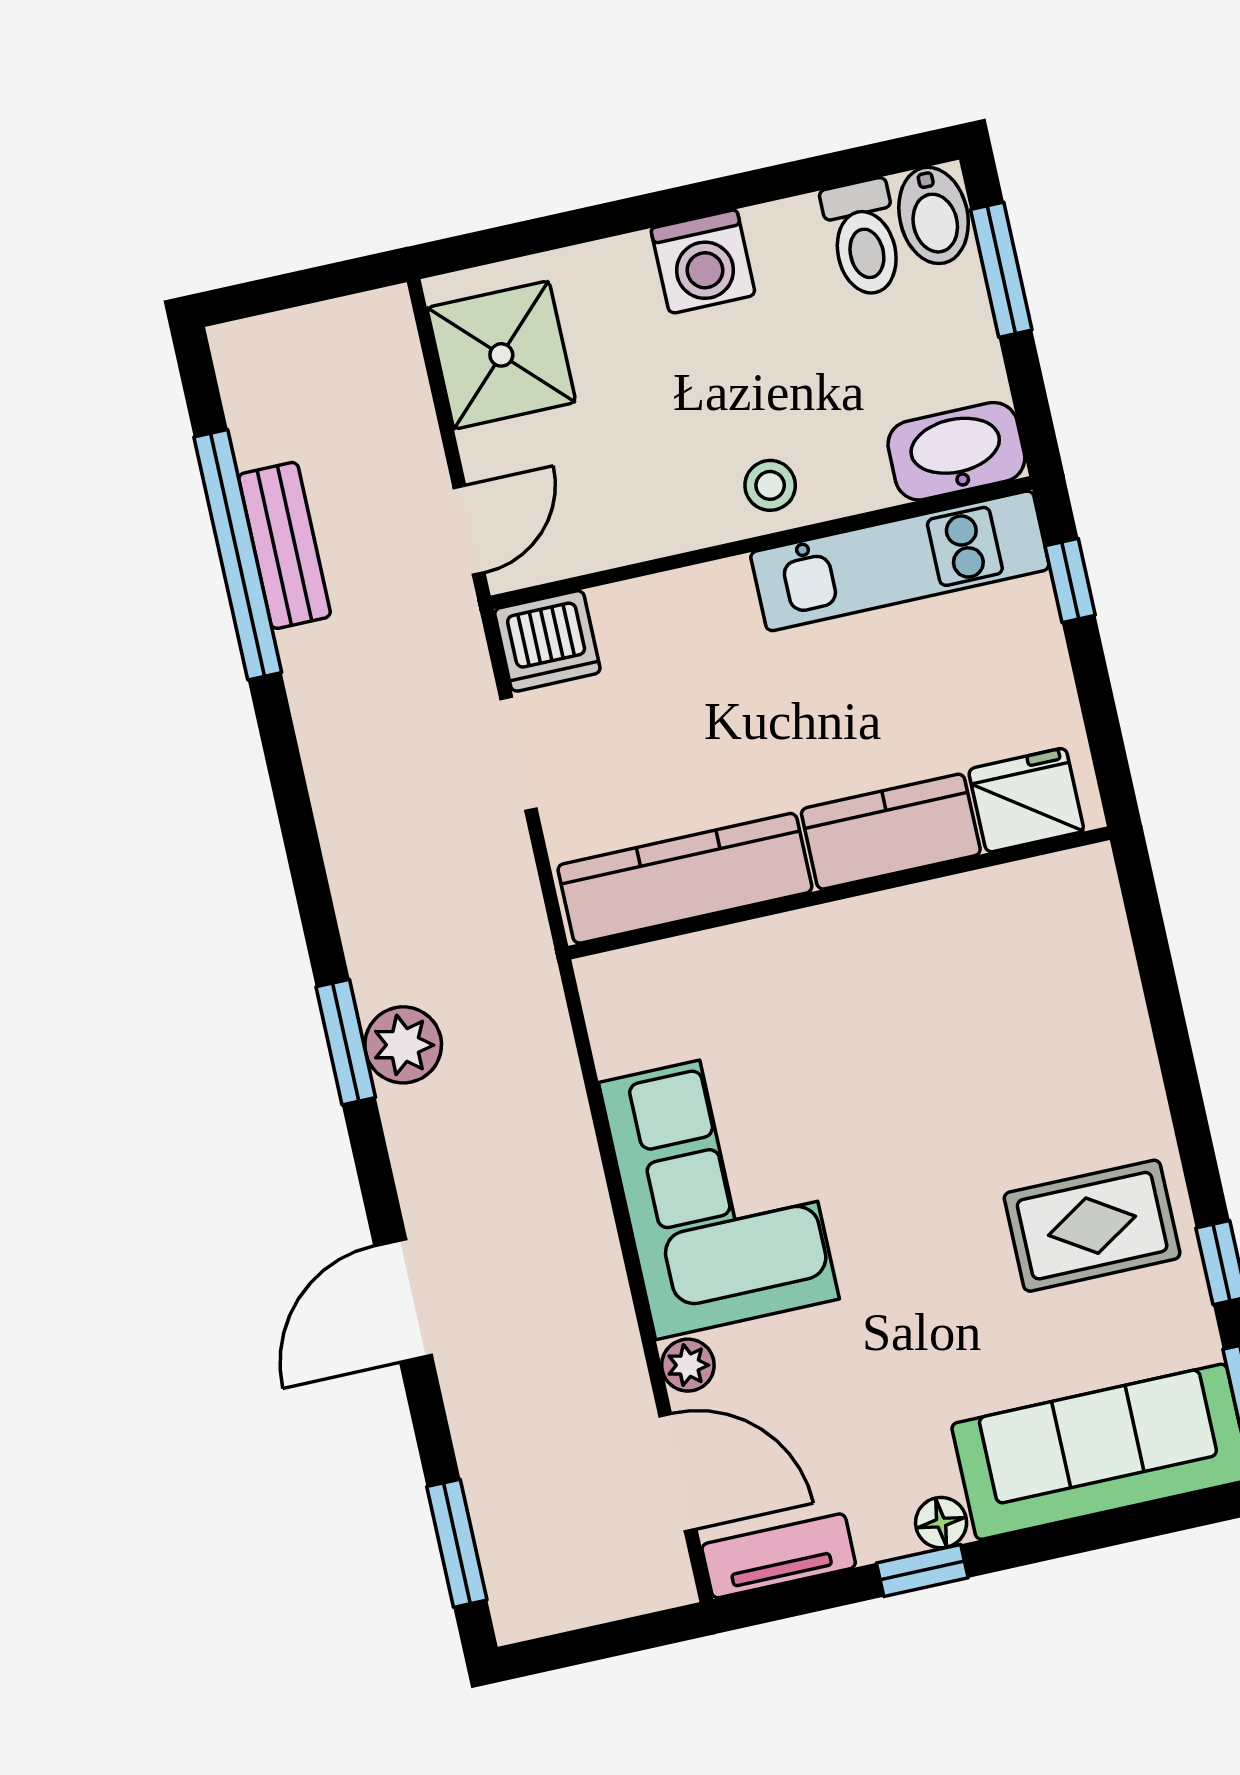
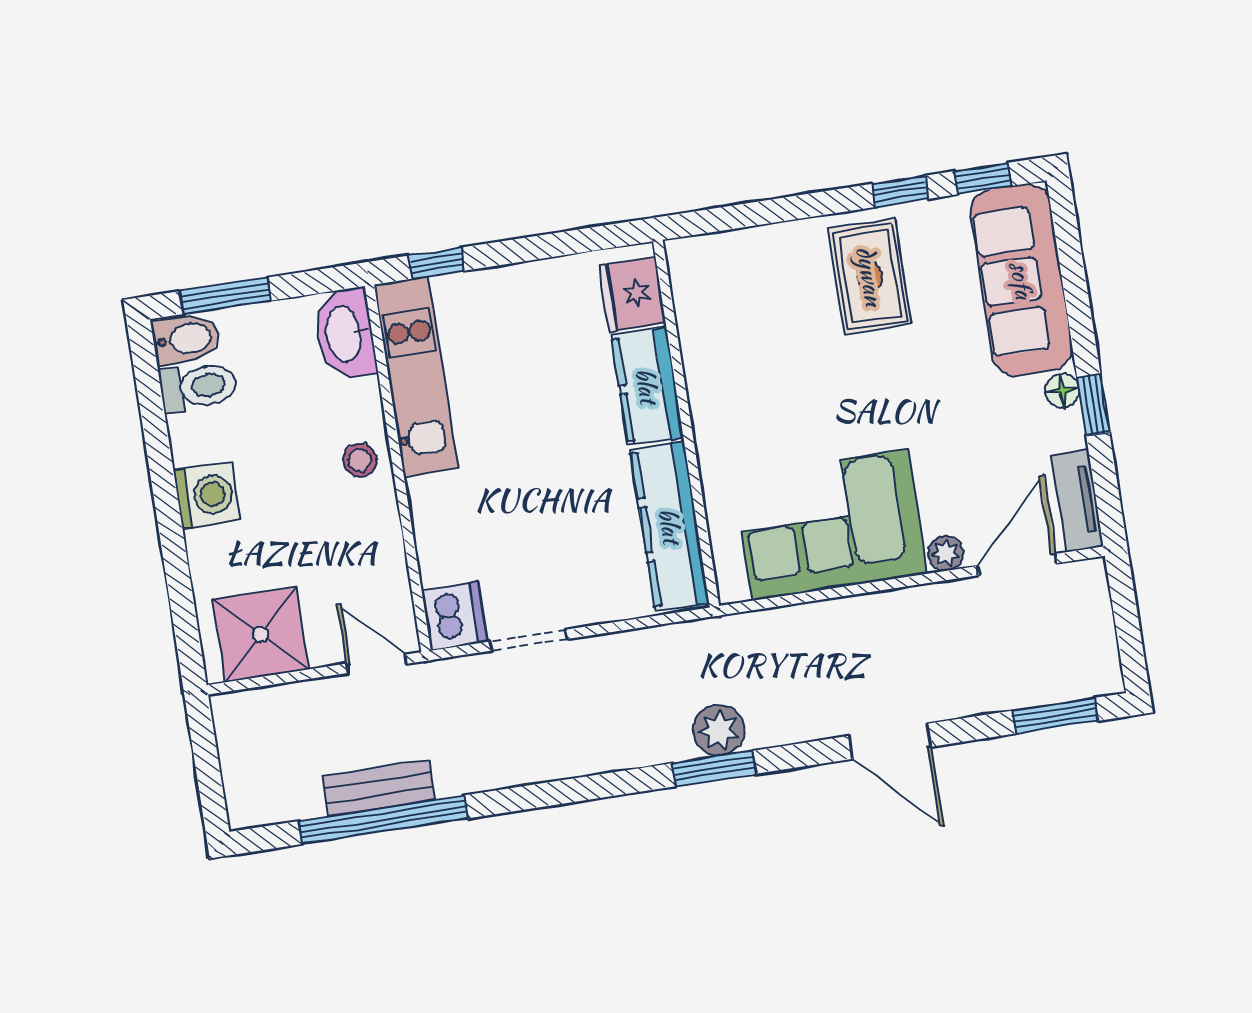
fridge: (1026, 800) -> (632, 294), moved
kitchen counter: (891, 832) -> (647, 386), moved
kitchen counter: (685, 878) -> (670, 526), moved
wall: (839, 893) -> (686, 424), moved

